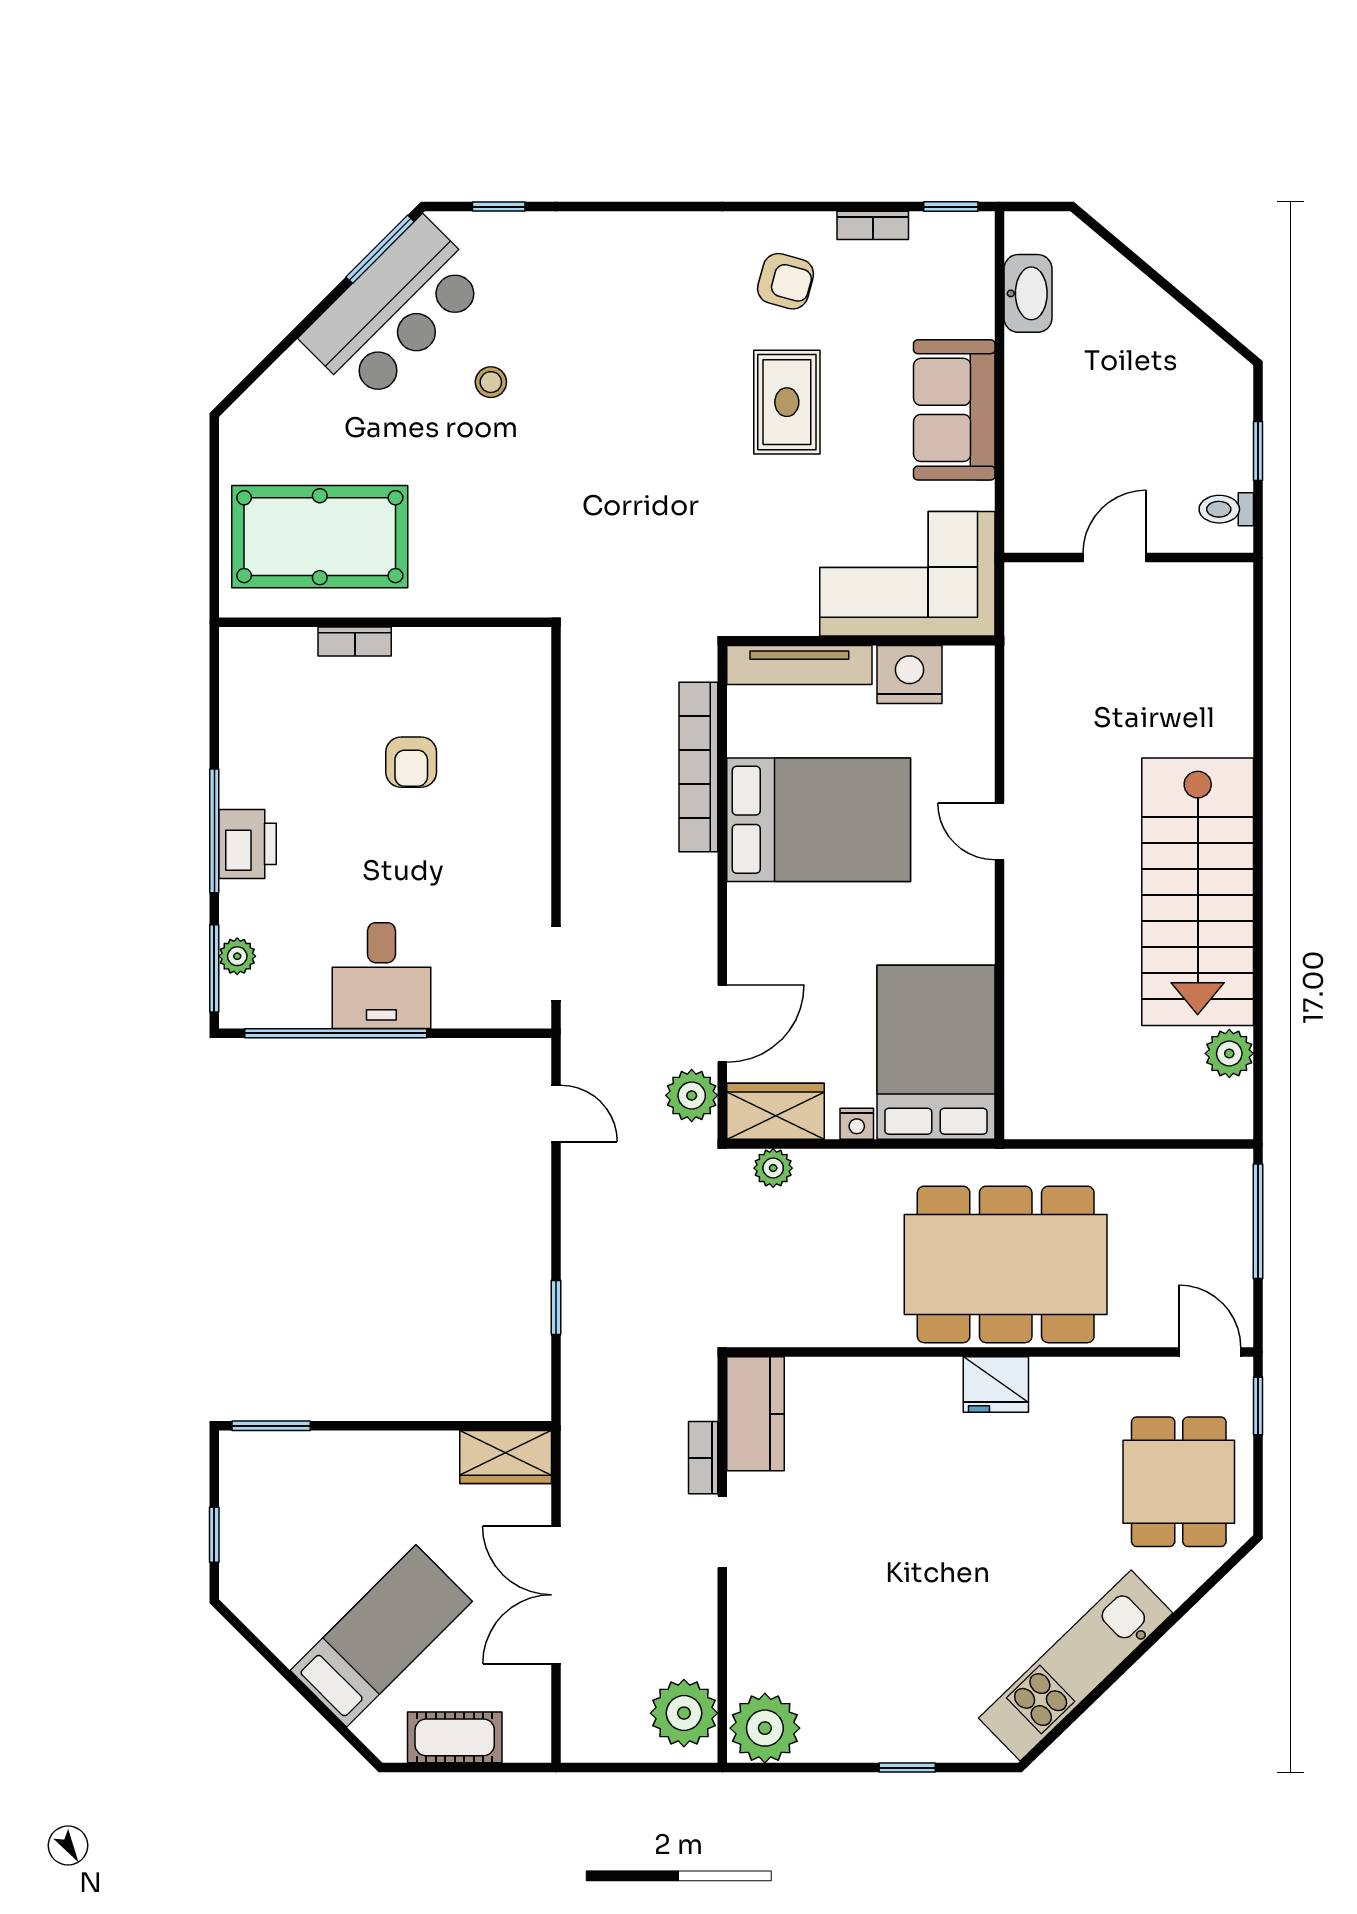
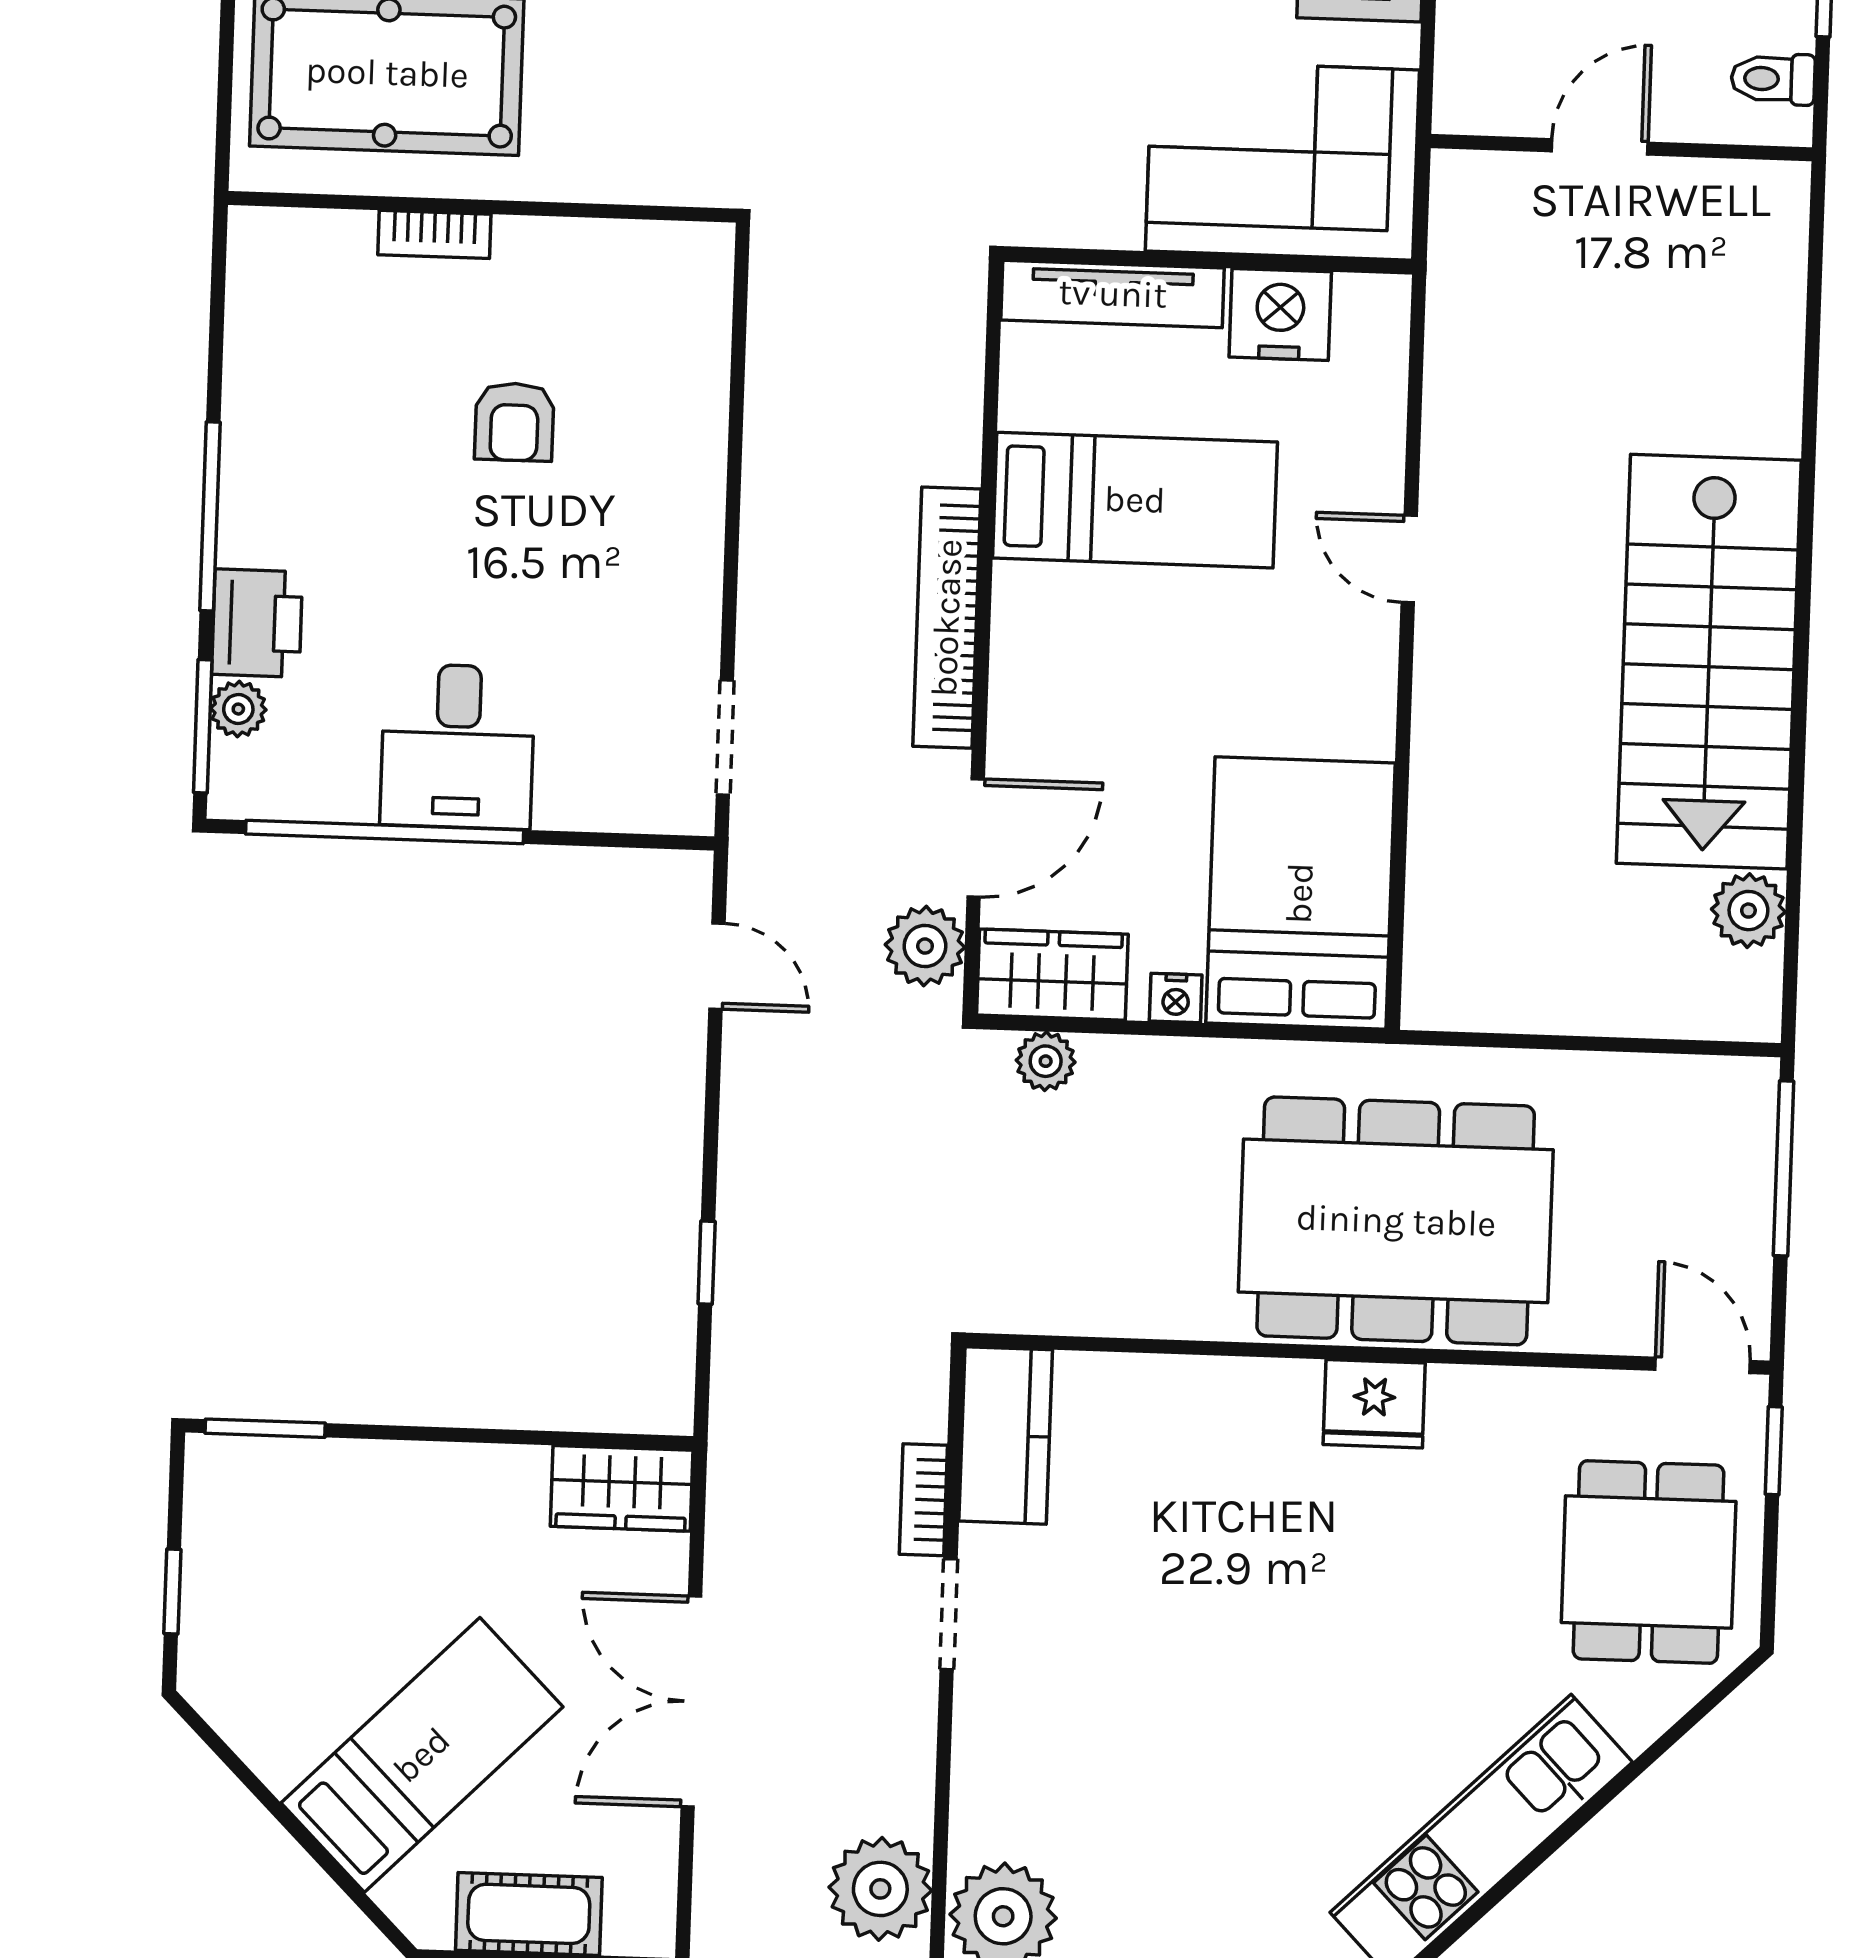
bookcase: (698, 767) -> (947, 618), moved
bed: (819, 820) -> (1135, 500), width x0.67
printer: (248, 844) -> (257, 623), moved

